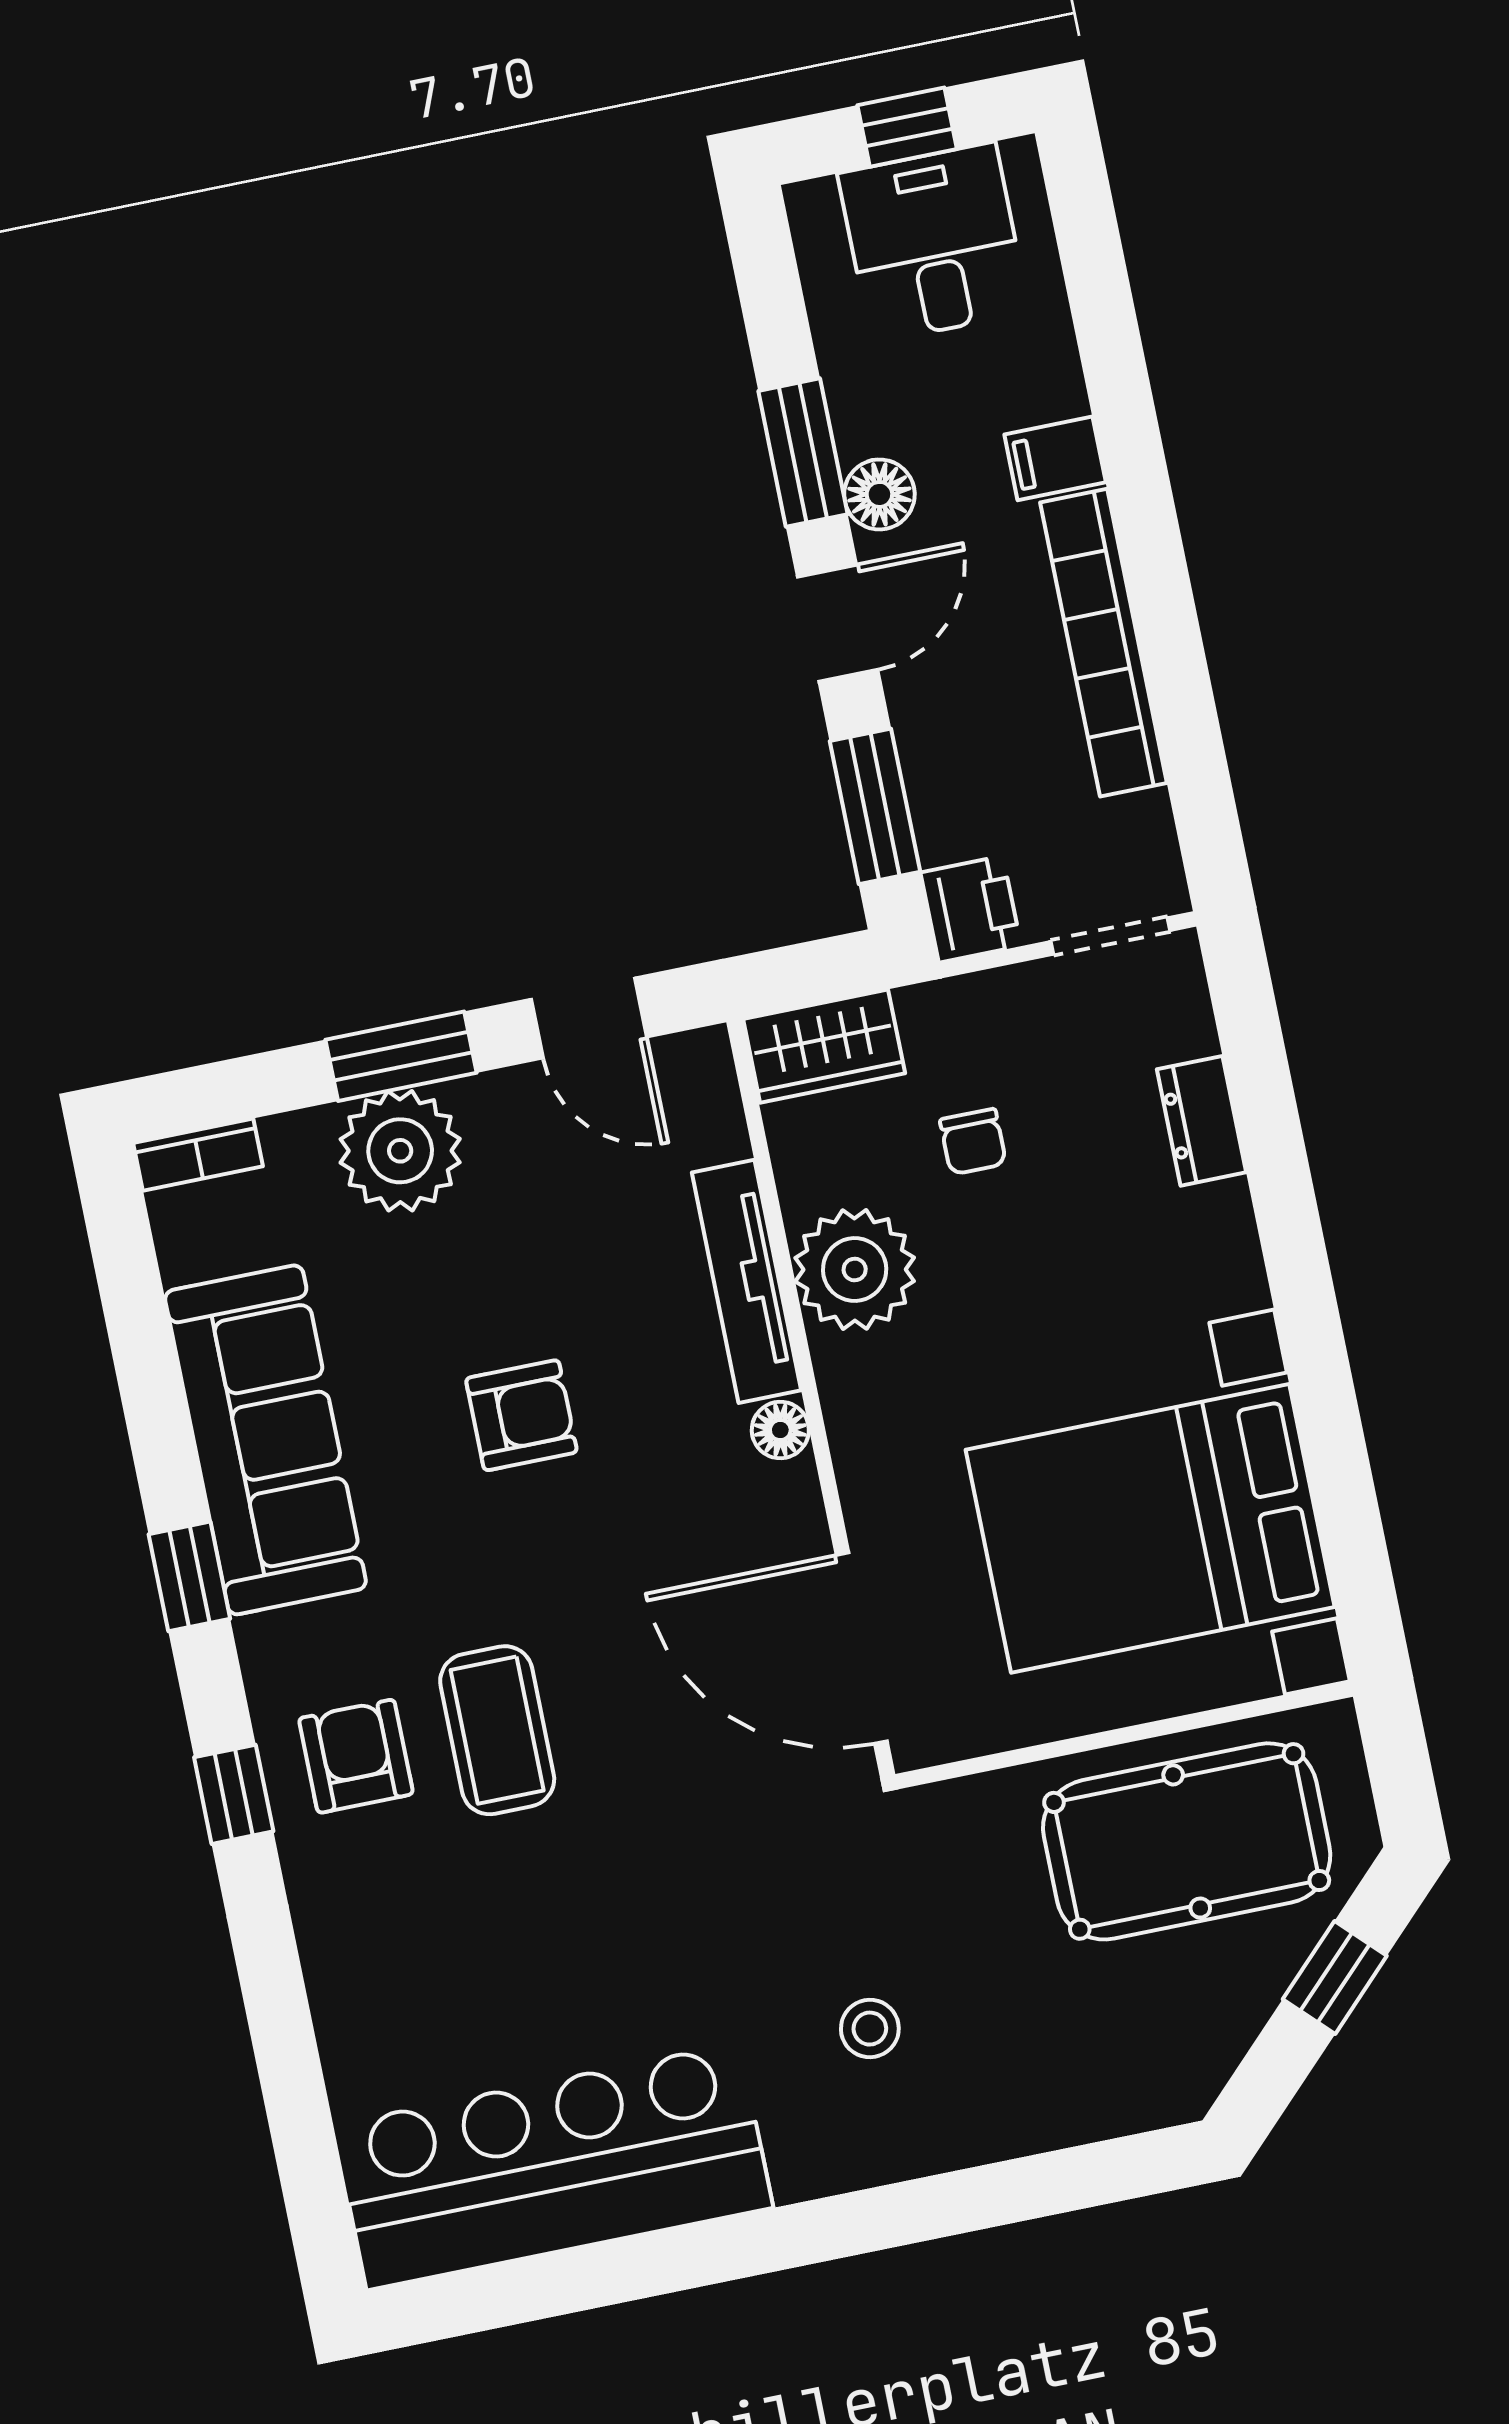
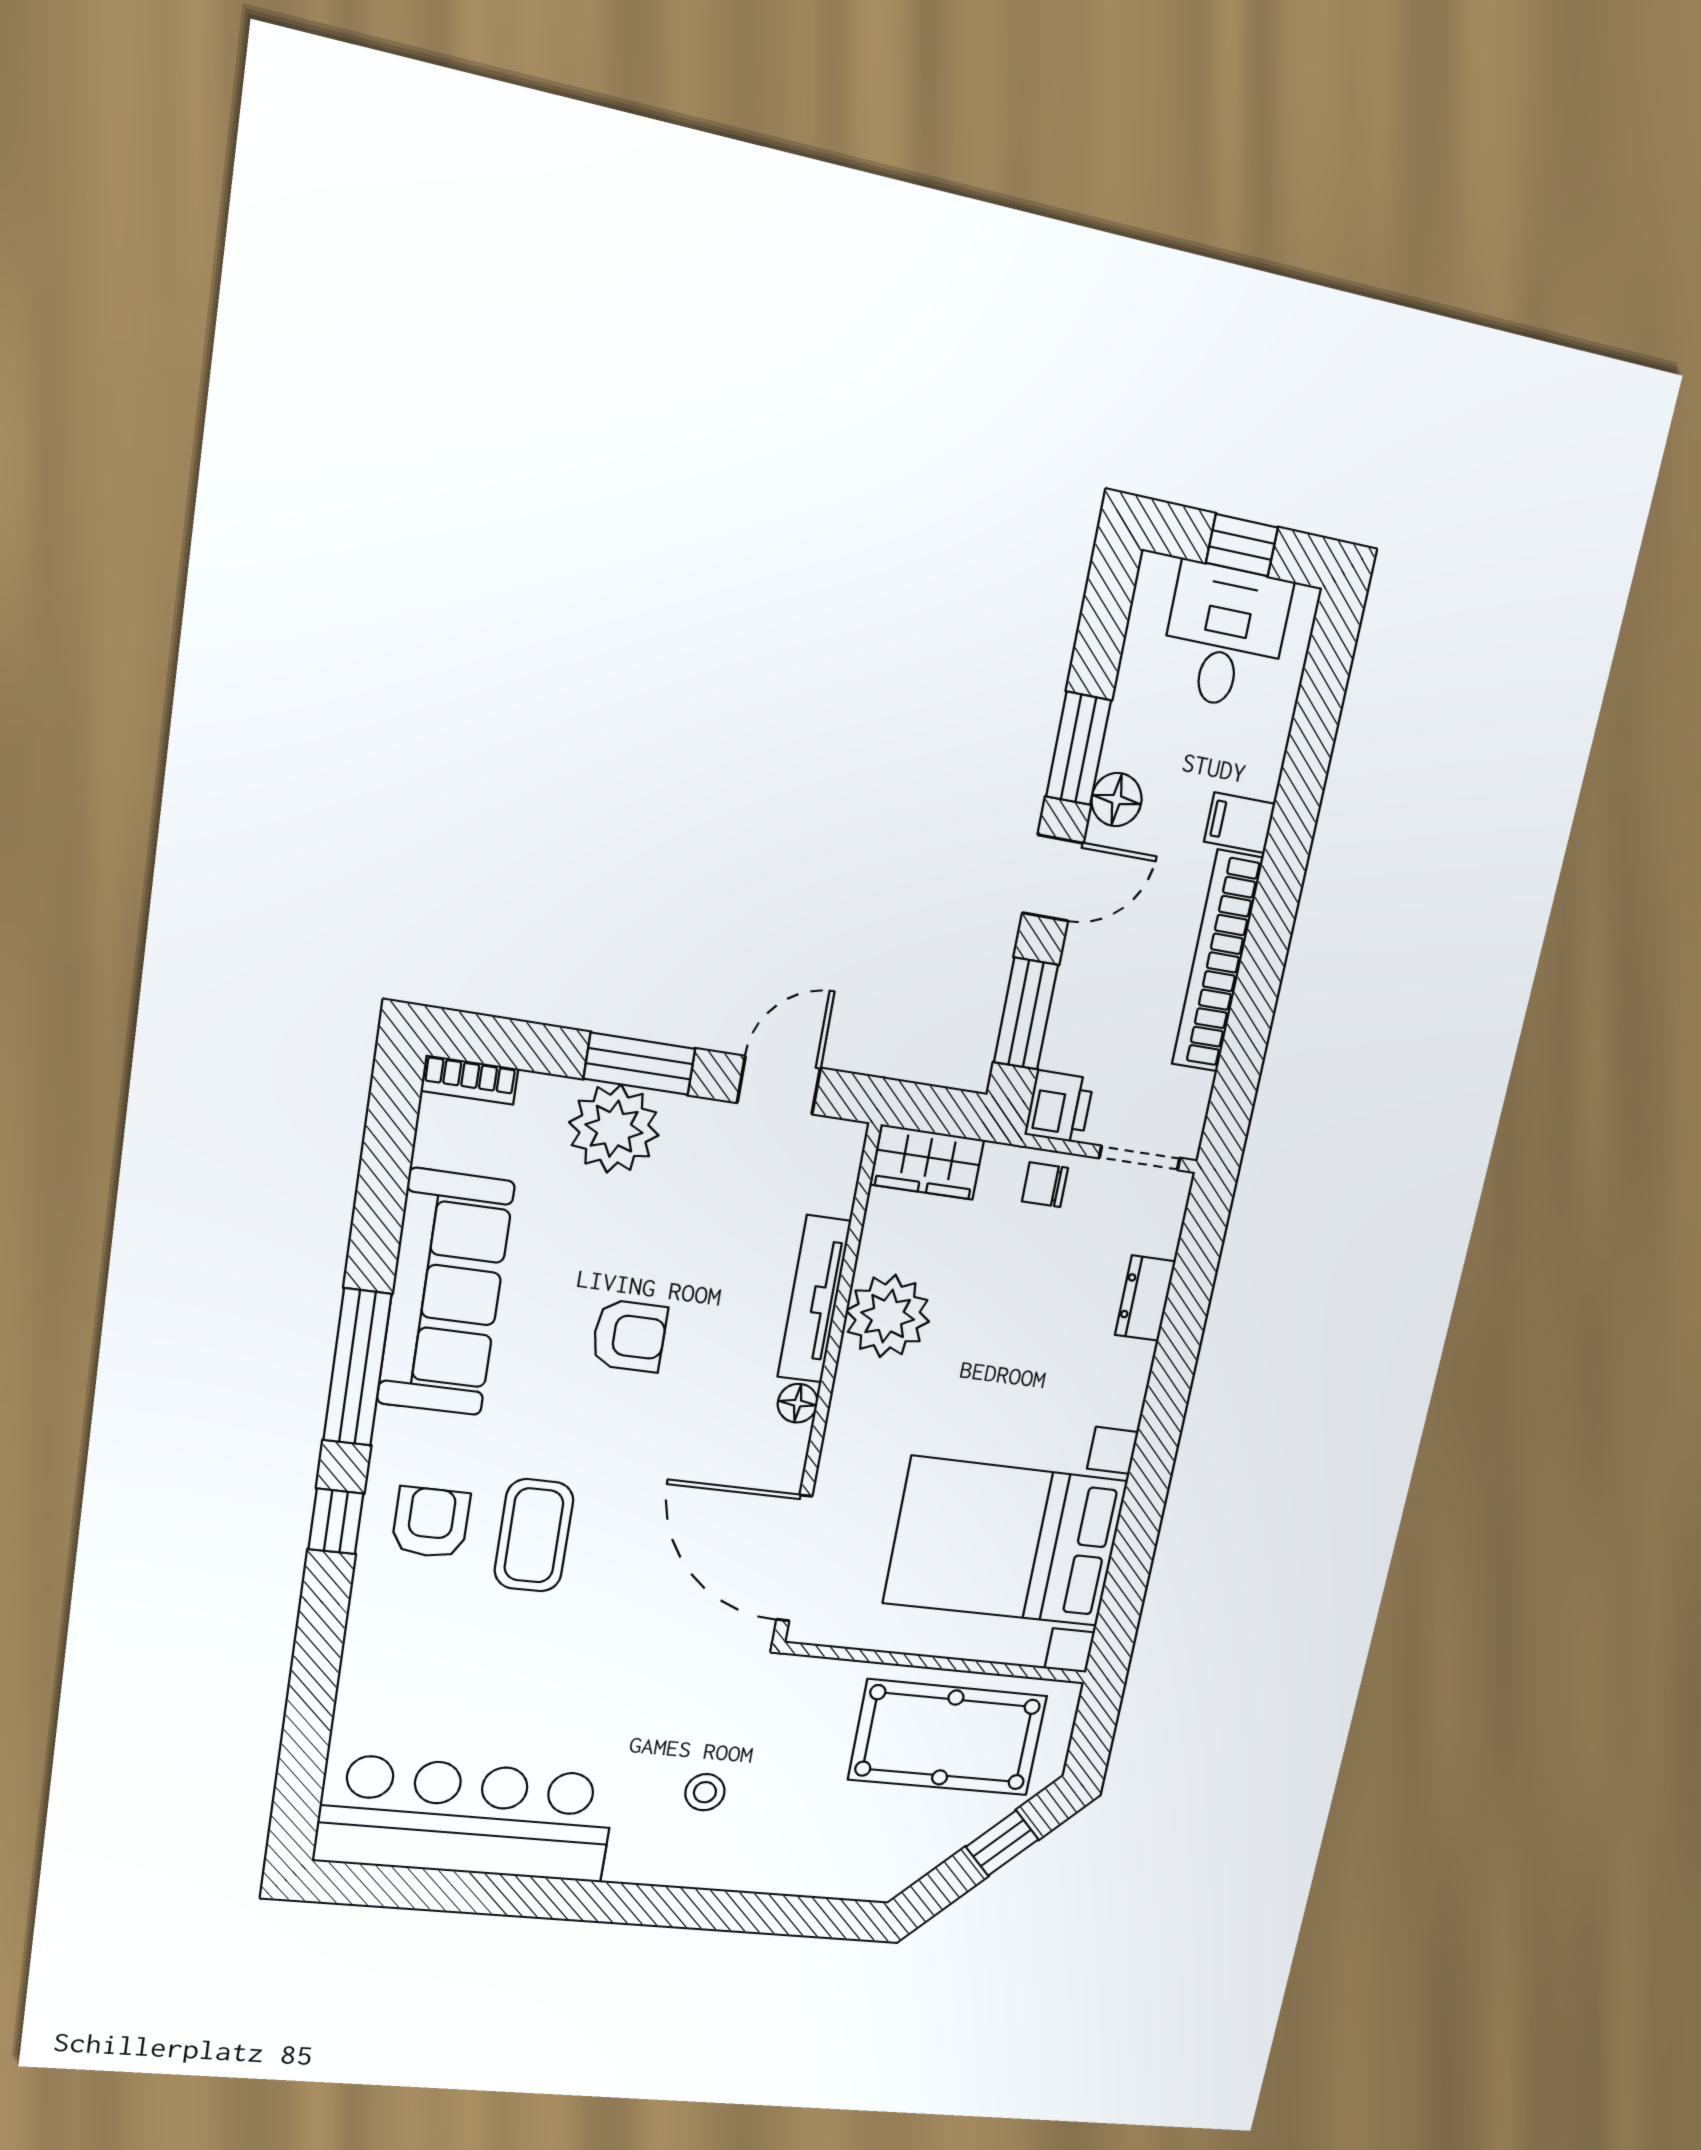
door: (589, 1018) -> (779, 1085), swing flipped
chair: (973, 1142) -> (1045, 1185), moved, turned 90
window: (189, 1576) -> (357, 1367), width x2.17

